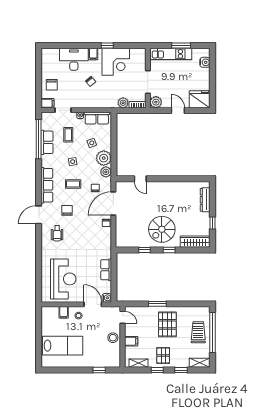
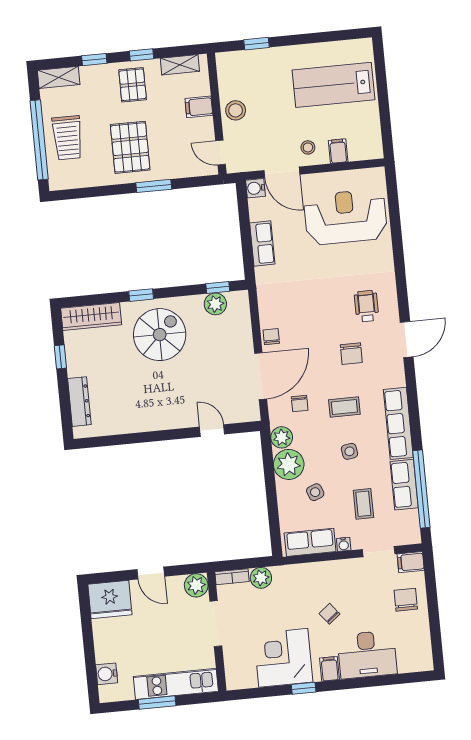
row of seats: (47, 185) -> (398, 423), moved
plant: (132, 242) -> (215, 304), added
window: (144, 250) -> (218, 288), moved
reception desk: (63, 279) -> (345, 217), turned 90

